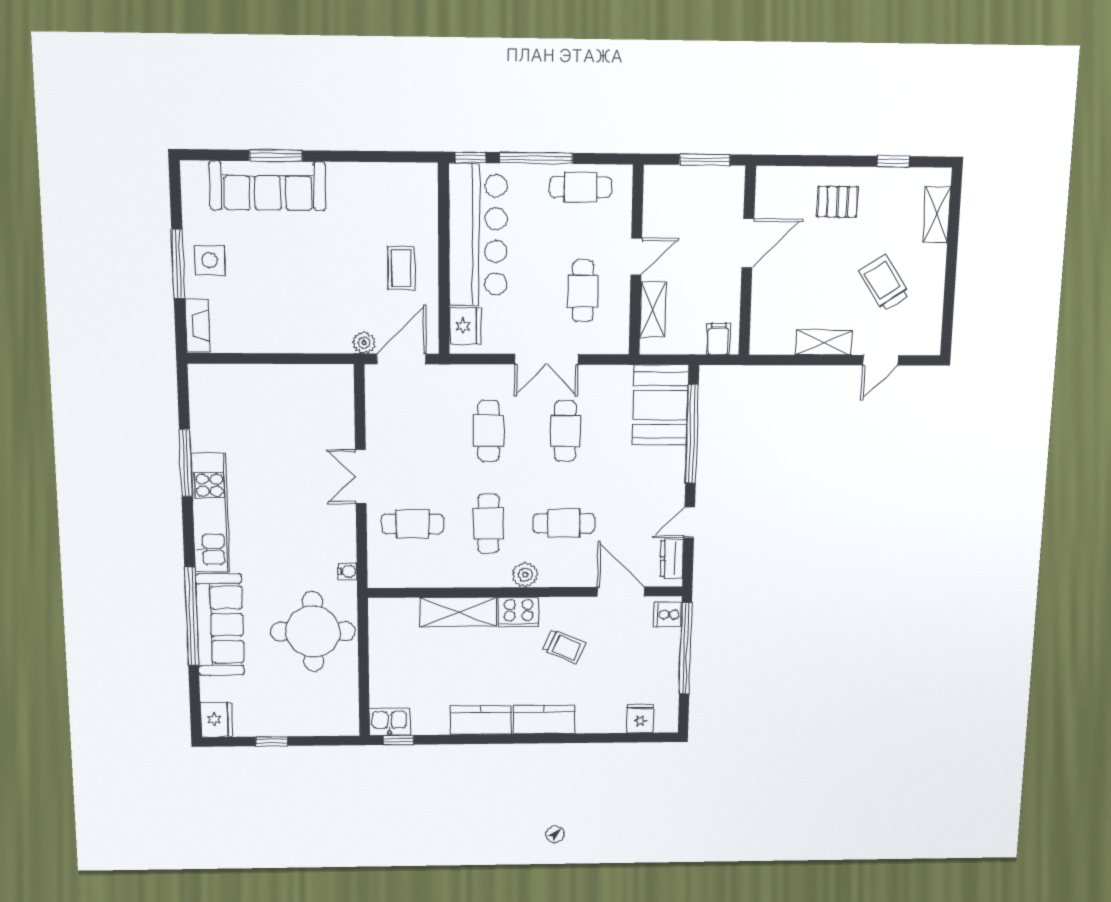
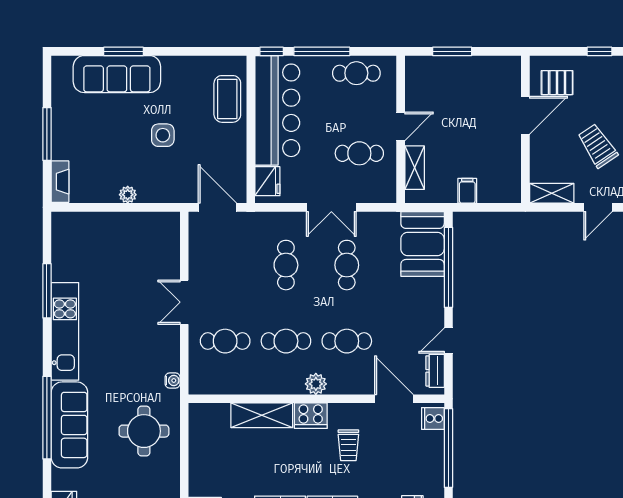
door: (748, 243) -> (525, 115), moved
side table: (210, 260) -> (163, 135), moved
wall: (747, 261) -> (525, 129), moved
coffee table: (401, 268) -> (227, 99), moved, width x1.36, depth x1.30
cafe table: (583, 291) -> (359, 153), turned 90
plant: (364, 343) -> (128, 195), moved
door: (401, 359) -> (217, 207), hinge flipped
cafe table: (488, 524) -> (286, 341), turned 90
round table: (313, 631) -> (144, 431), width x0.73, depth x0.73
trolley: (564, 646) -> (348, 445), turned 66

